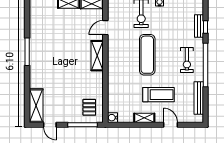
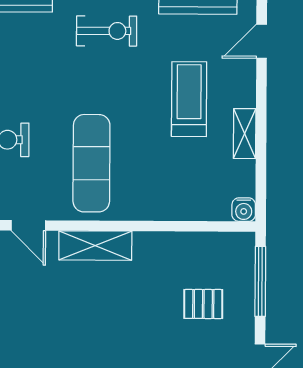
exercise mat: (147, 55) -> (91, 163), moved, turned 90
pallet: (89, 107) -> (203, 304), moved
door: (171, 125) -> (262, 41), moved

